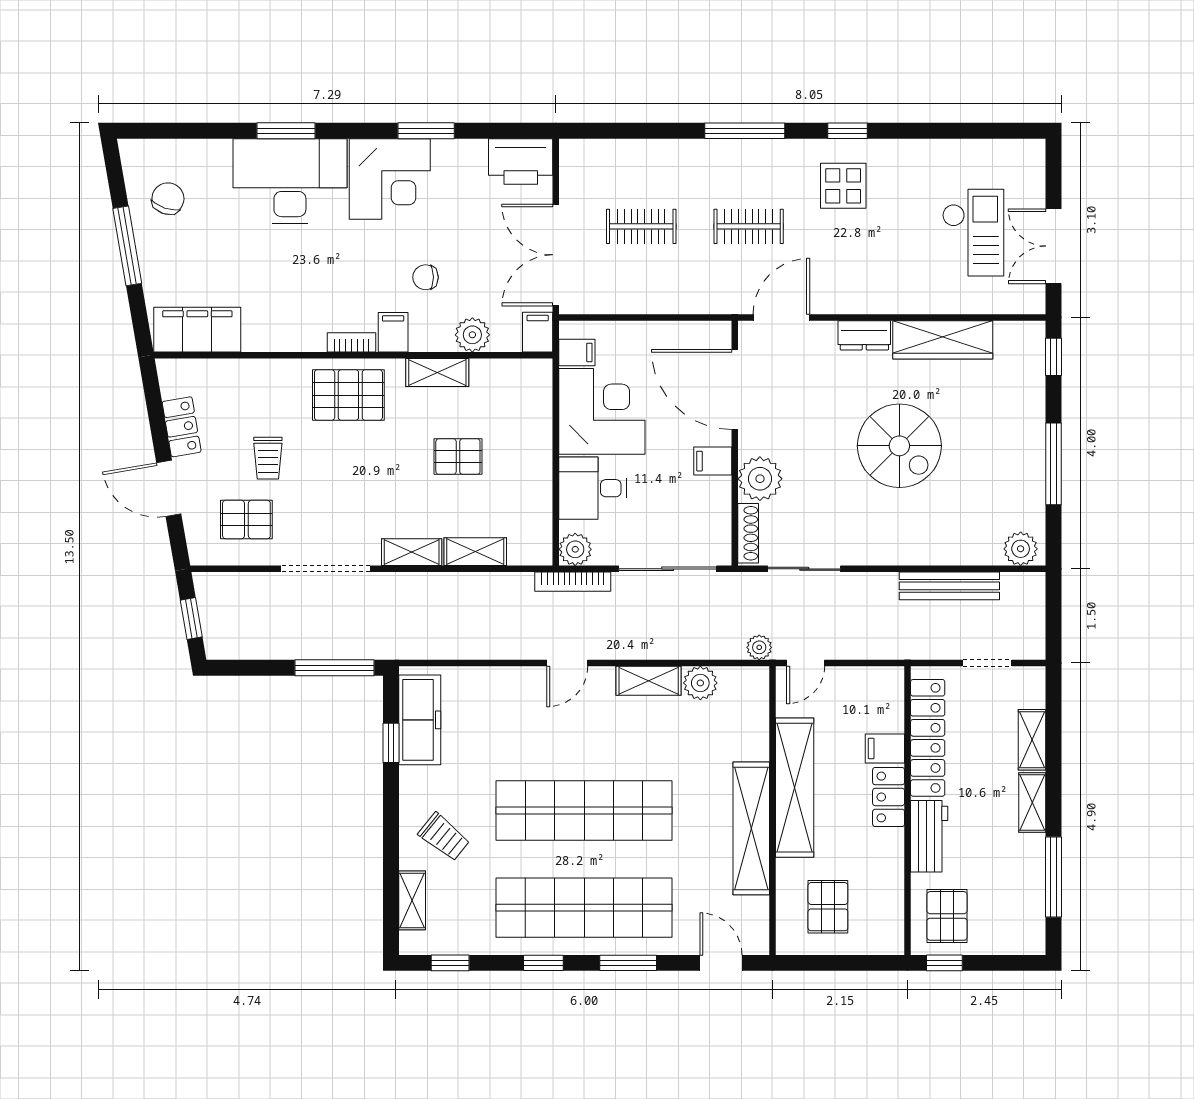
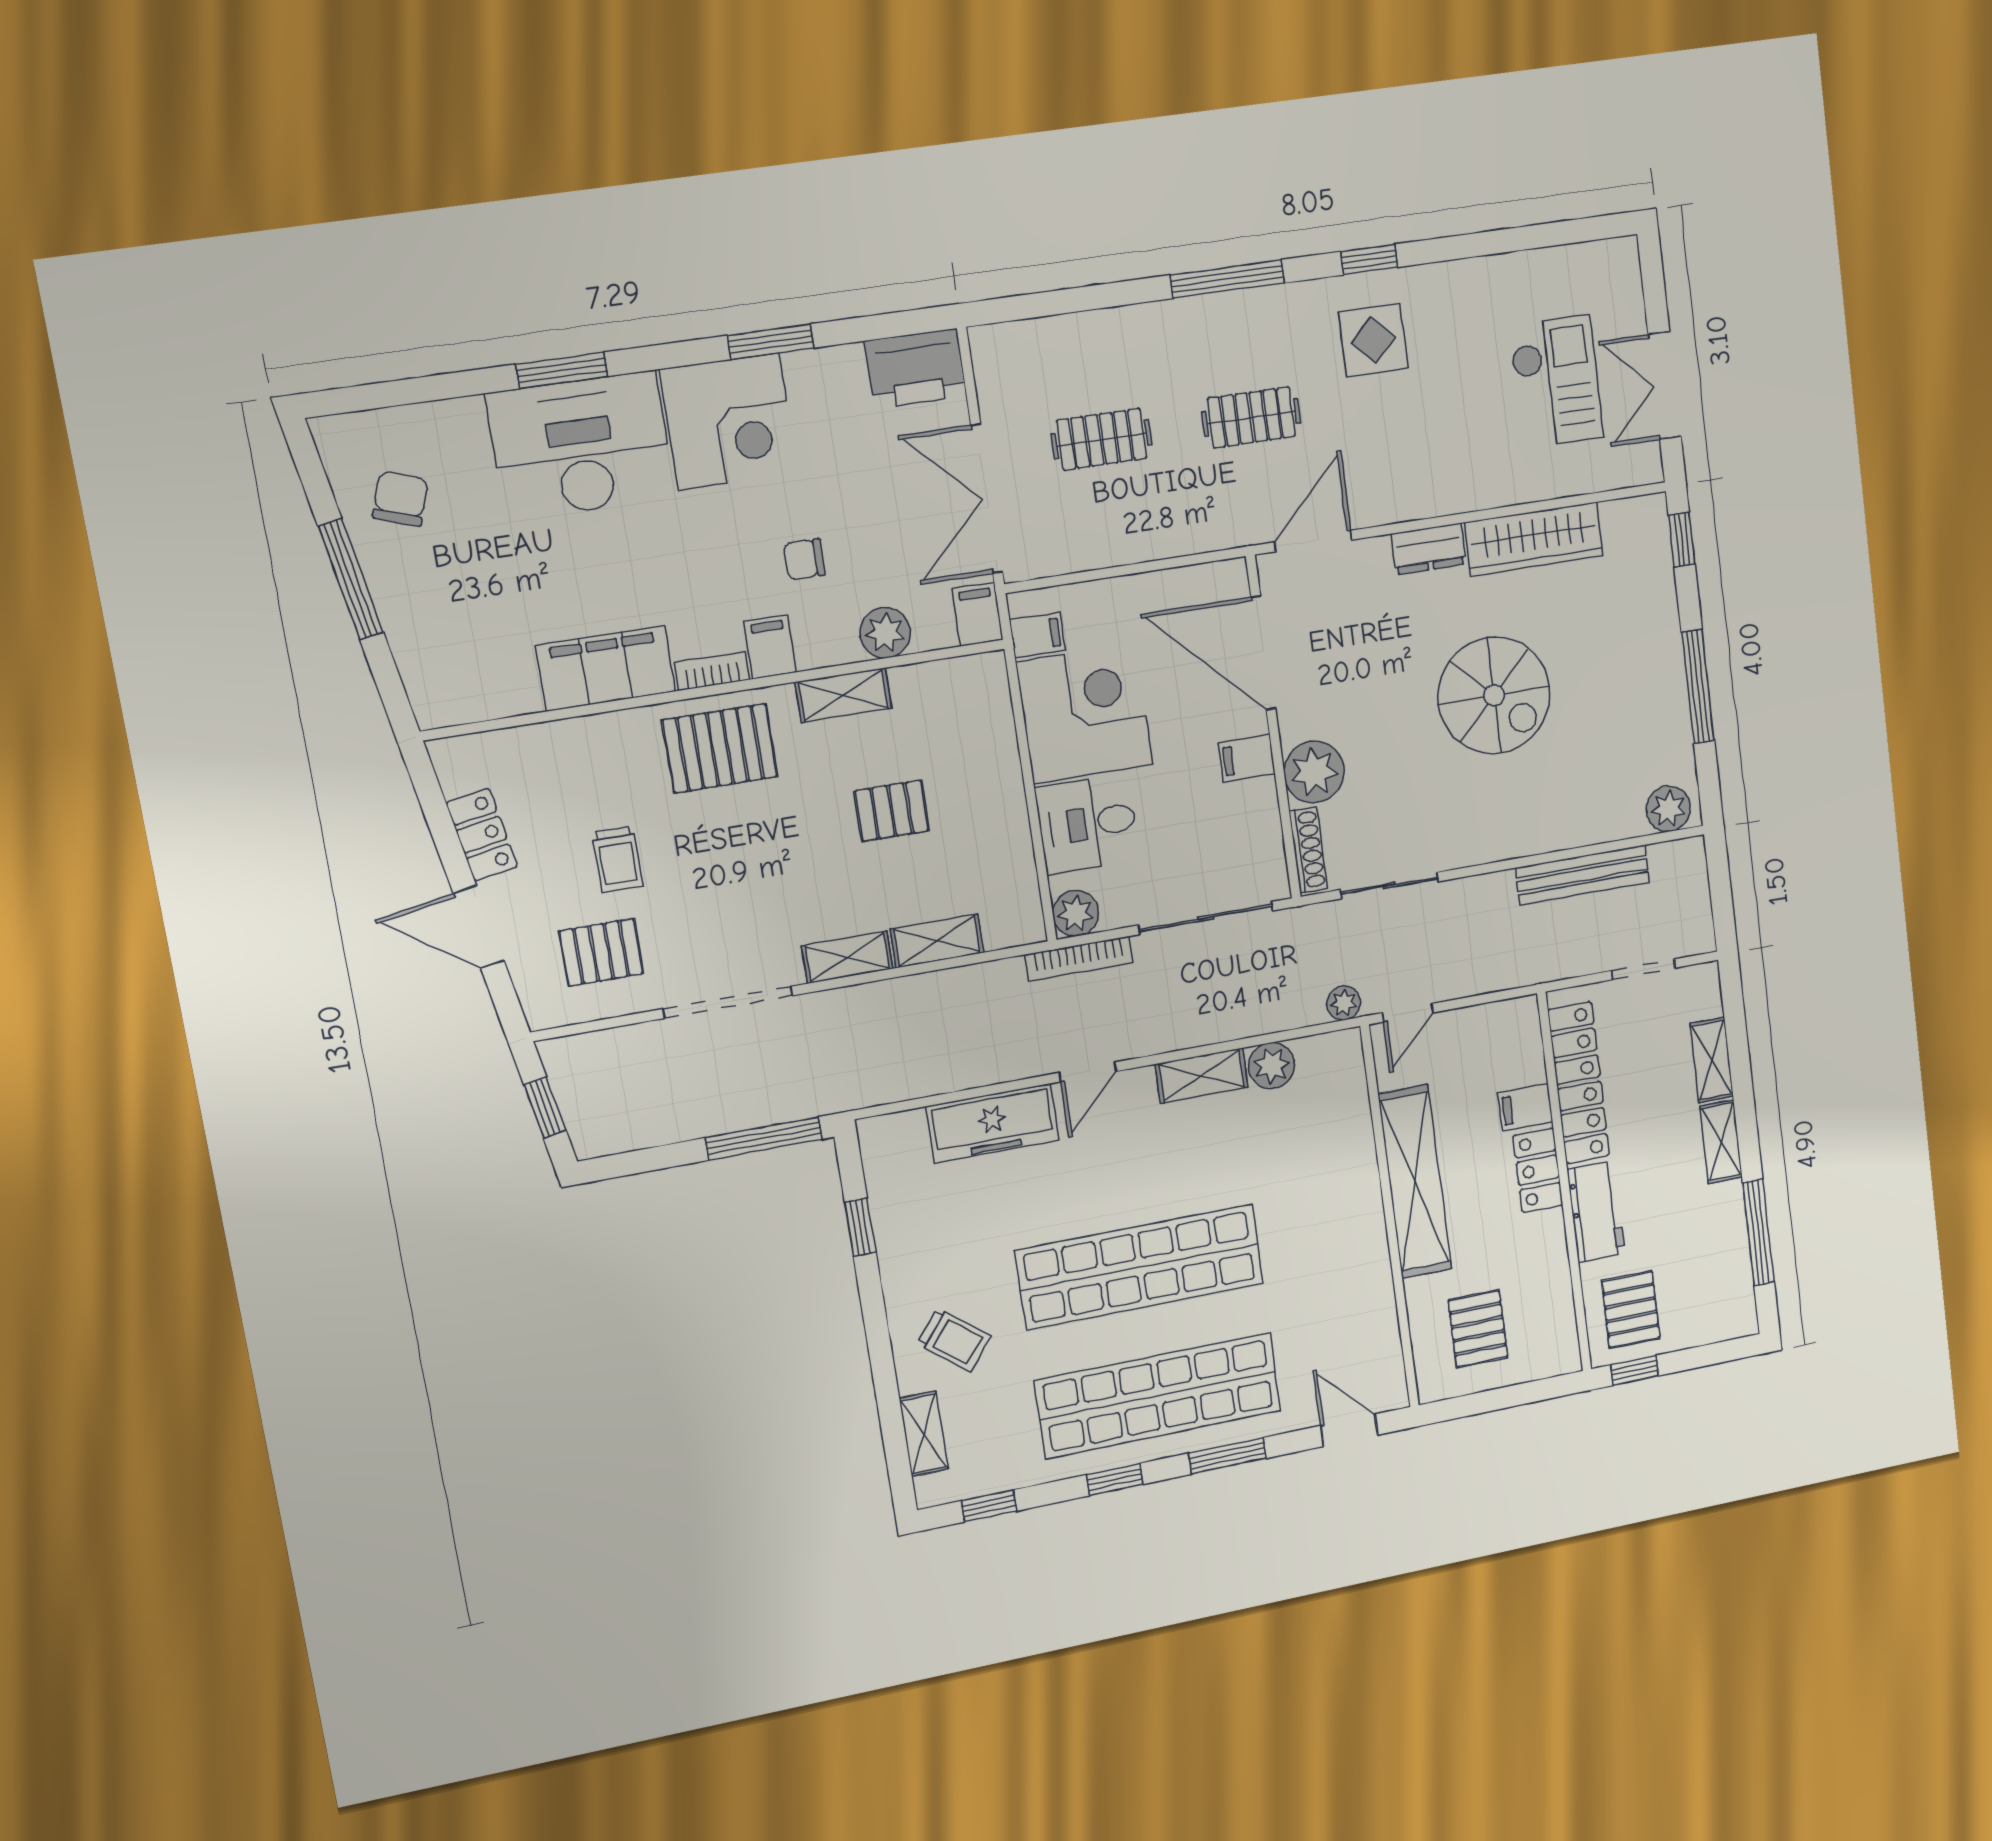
filing cabinet: (197, 330) -> (606, 668), moved
freezer: (420, 720) -> (993, 1123), moved, turned 90
shelving: (751, 828) -> (1365, 1247), removed

